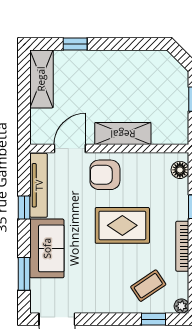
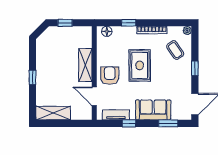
window: (75, 44) -> (33, 77), moved
armchair: (105, 175) -> (110, 76), turned 180
tv unit: (39, 185) -> (116, 115), width x0.71
window: (153, 319) -> (195, 68), moved

